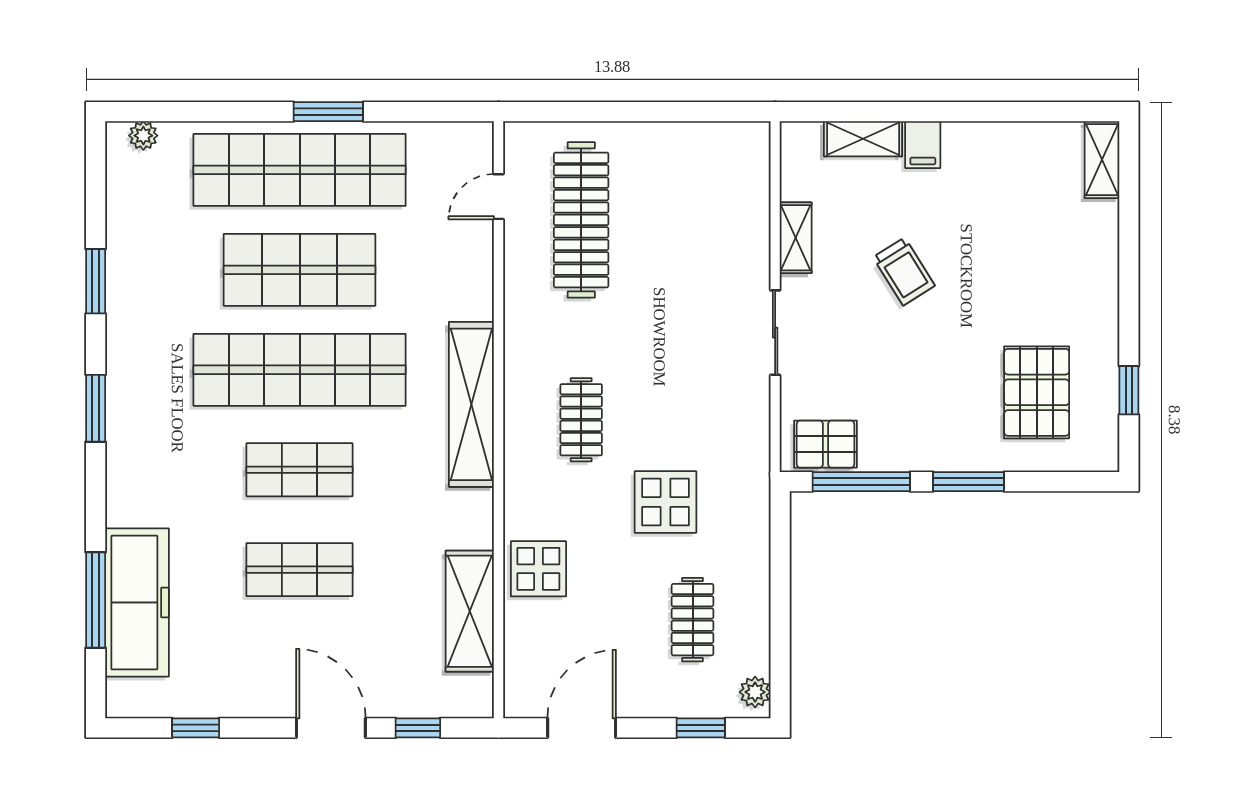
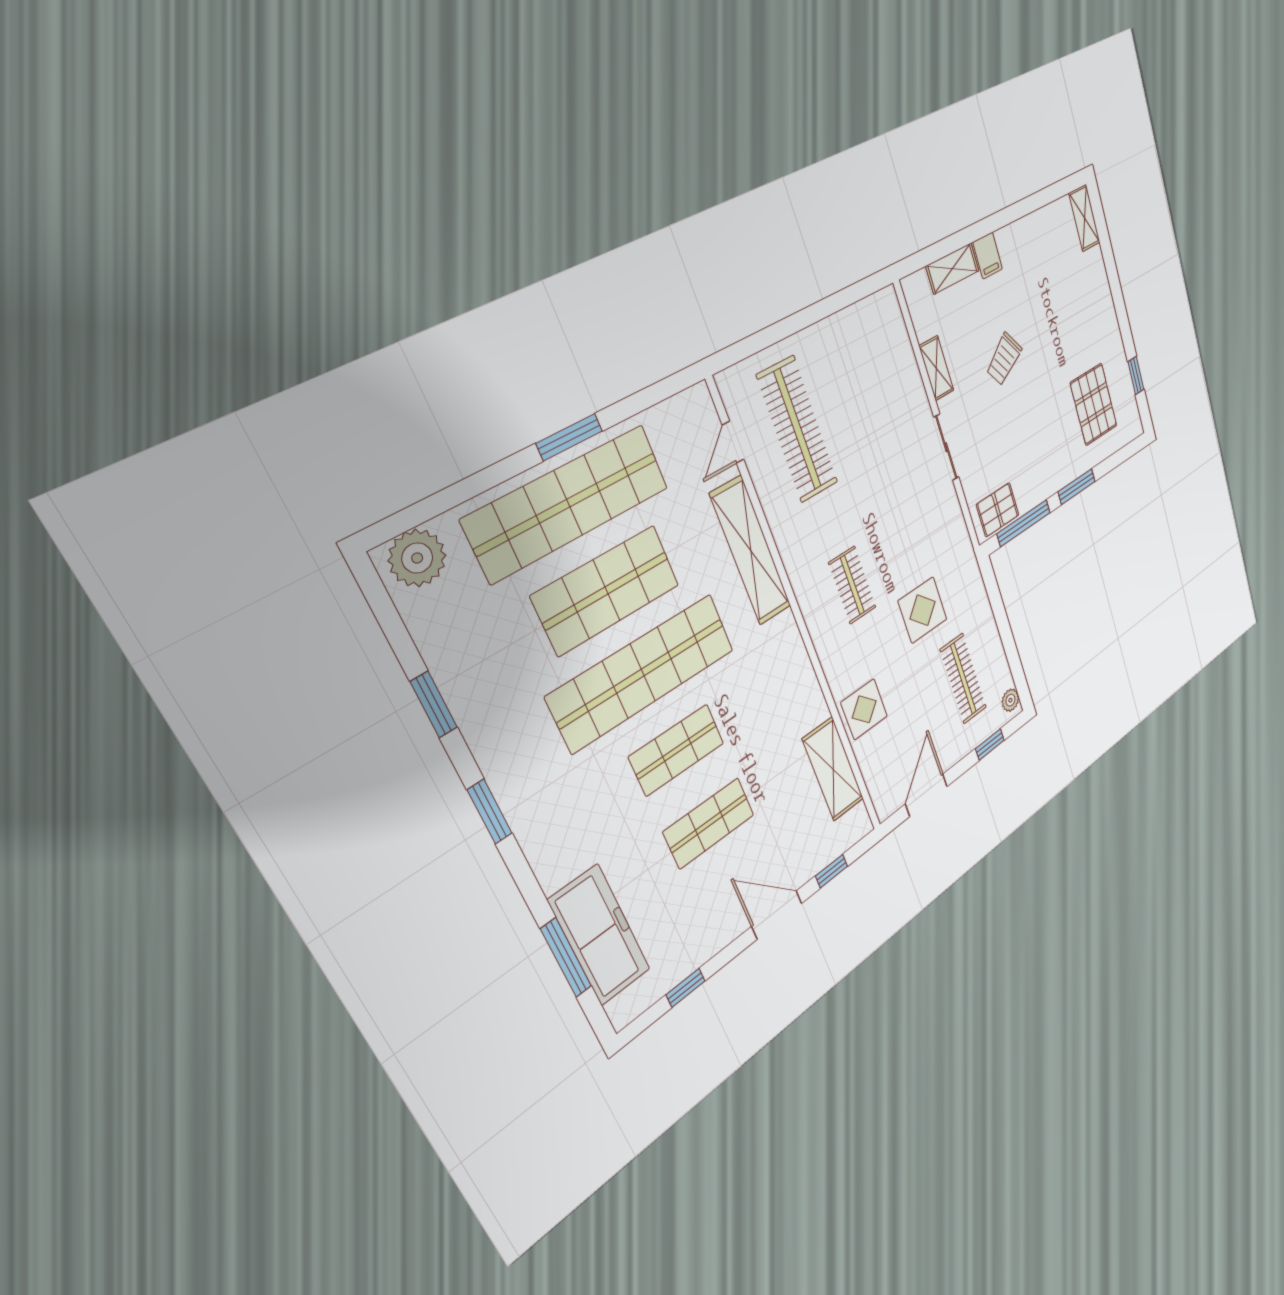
plant: (143, 136) -> (417, 558), width x1.88, depth x1.88
trolley: (904, 271) -> (1004, 359), turned 89
shelving: (471, 404) -> (751, 551), moved
clothes rail: (693, 620) -> (963, 679), width x1.36

